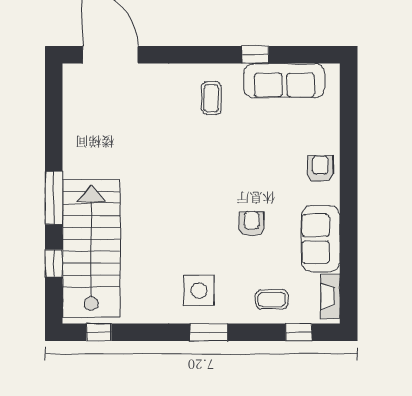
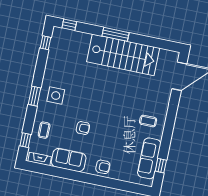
window: (255, 55) -> (161, 166), moved
stairs: (91, 248) -> (123, 55), moved
window: (54, 263) -> (69, 25), moved

